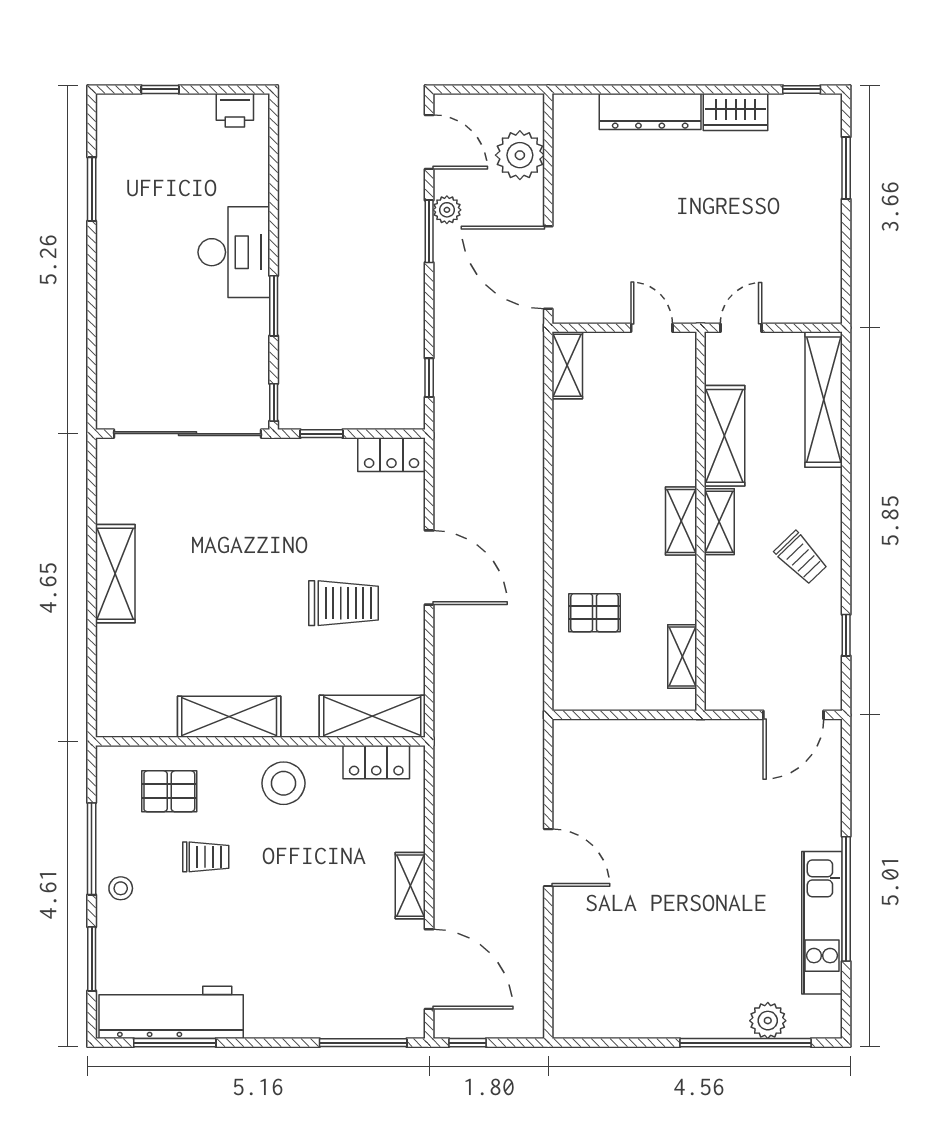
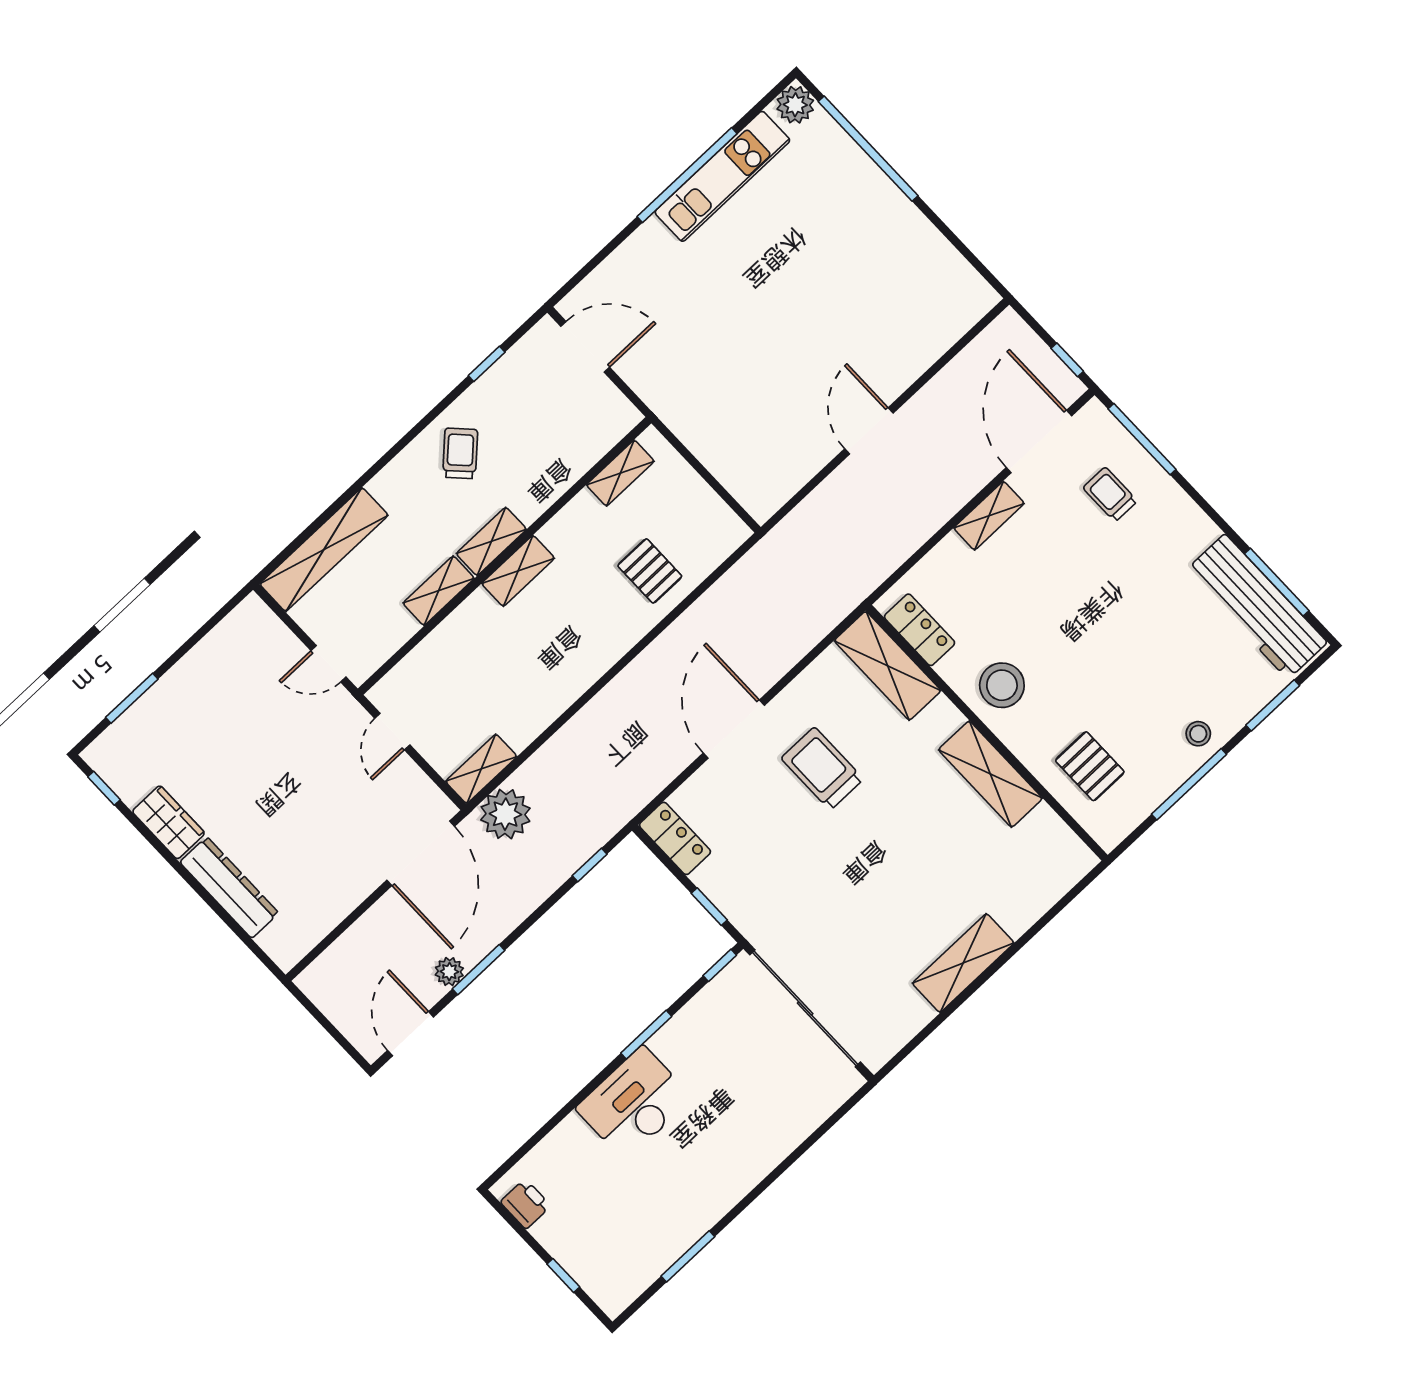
plant: (520, 155) -> (505, 814), moved
shelving: (725, 436) -> (439, 591), width x0.67, depth x0.75
trolley: (206, 857) -> (1110, 494), moved
plant: (768, 1021) -> (795, 105), moved

